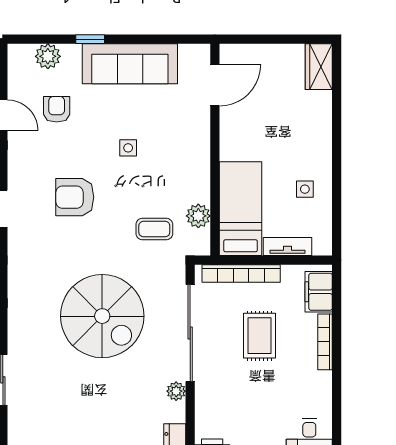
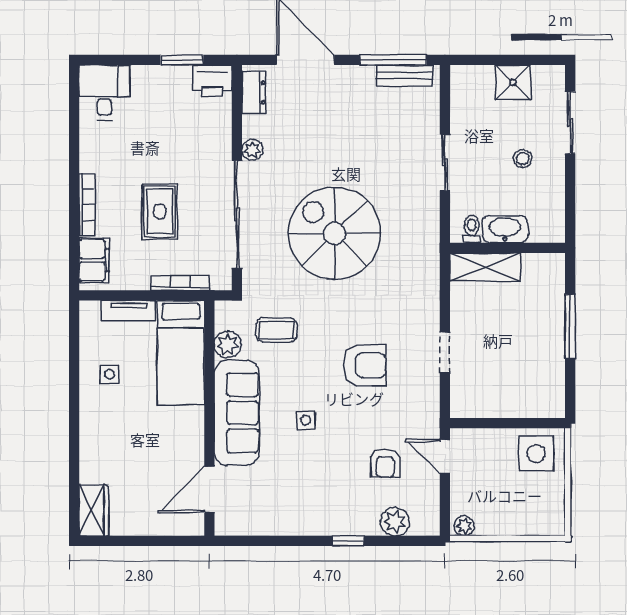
sofa: (130, 64) -> (237, 413), moved, turned 90
bookcase: (241, 274) -> (180, 283), width x0.68, depth x0.76

